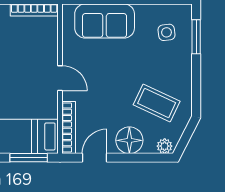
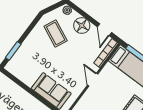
side table: (167, 32) -> (26, 64), removed
door: (95, 158) -> (104, 30), hinge flipped

